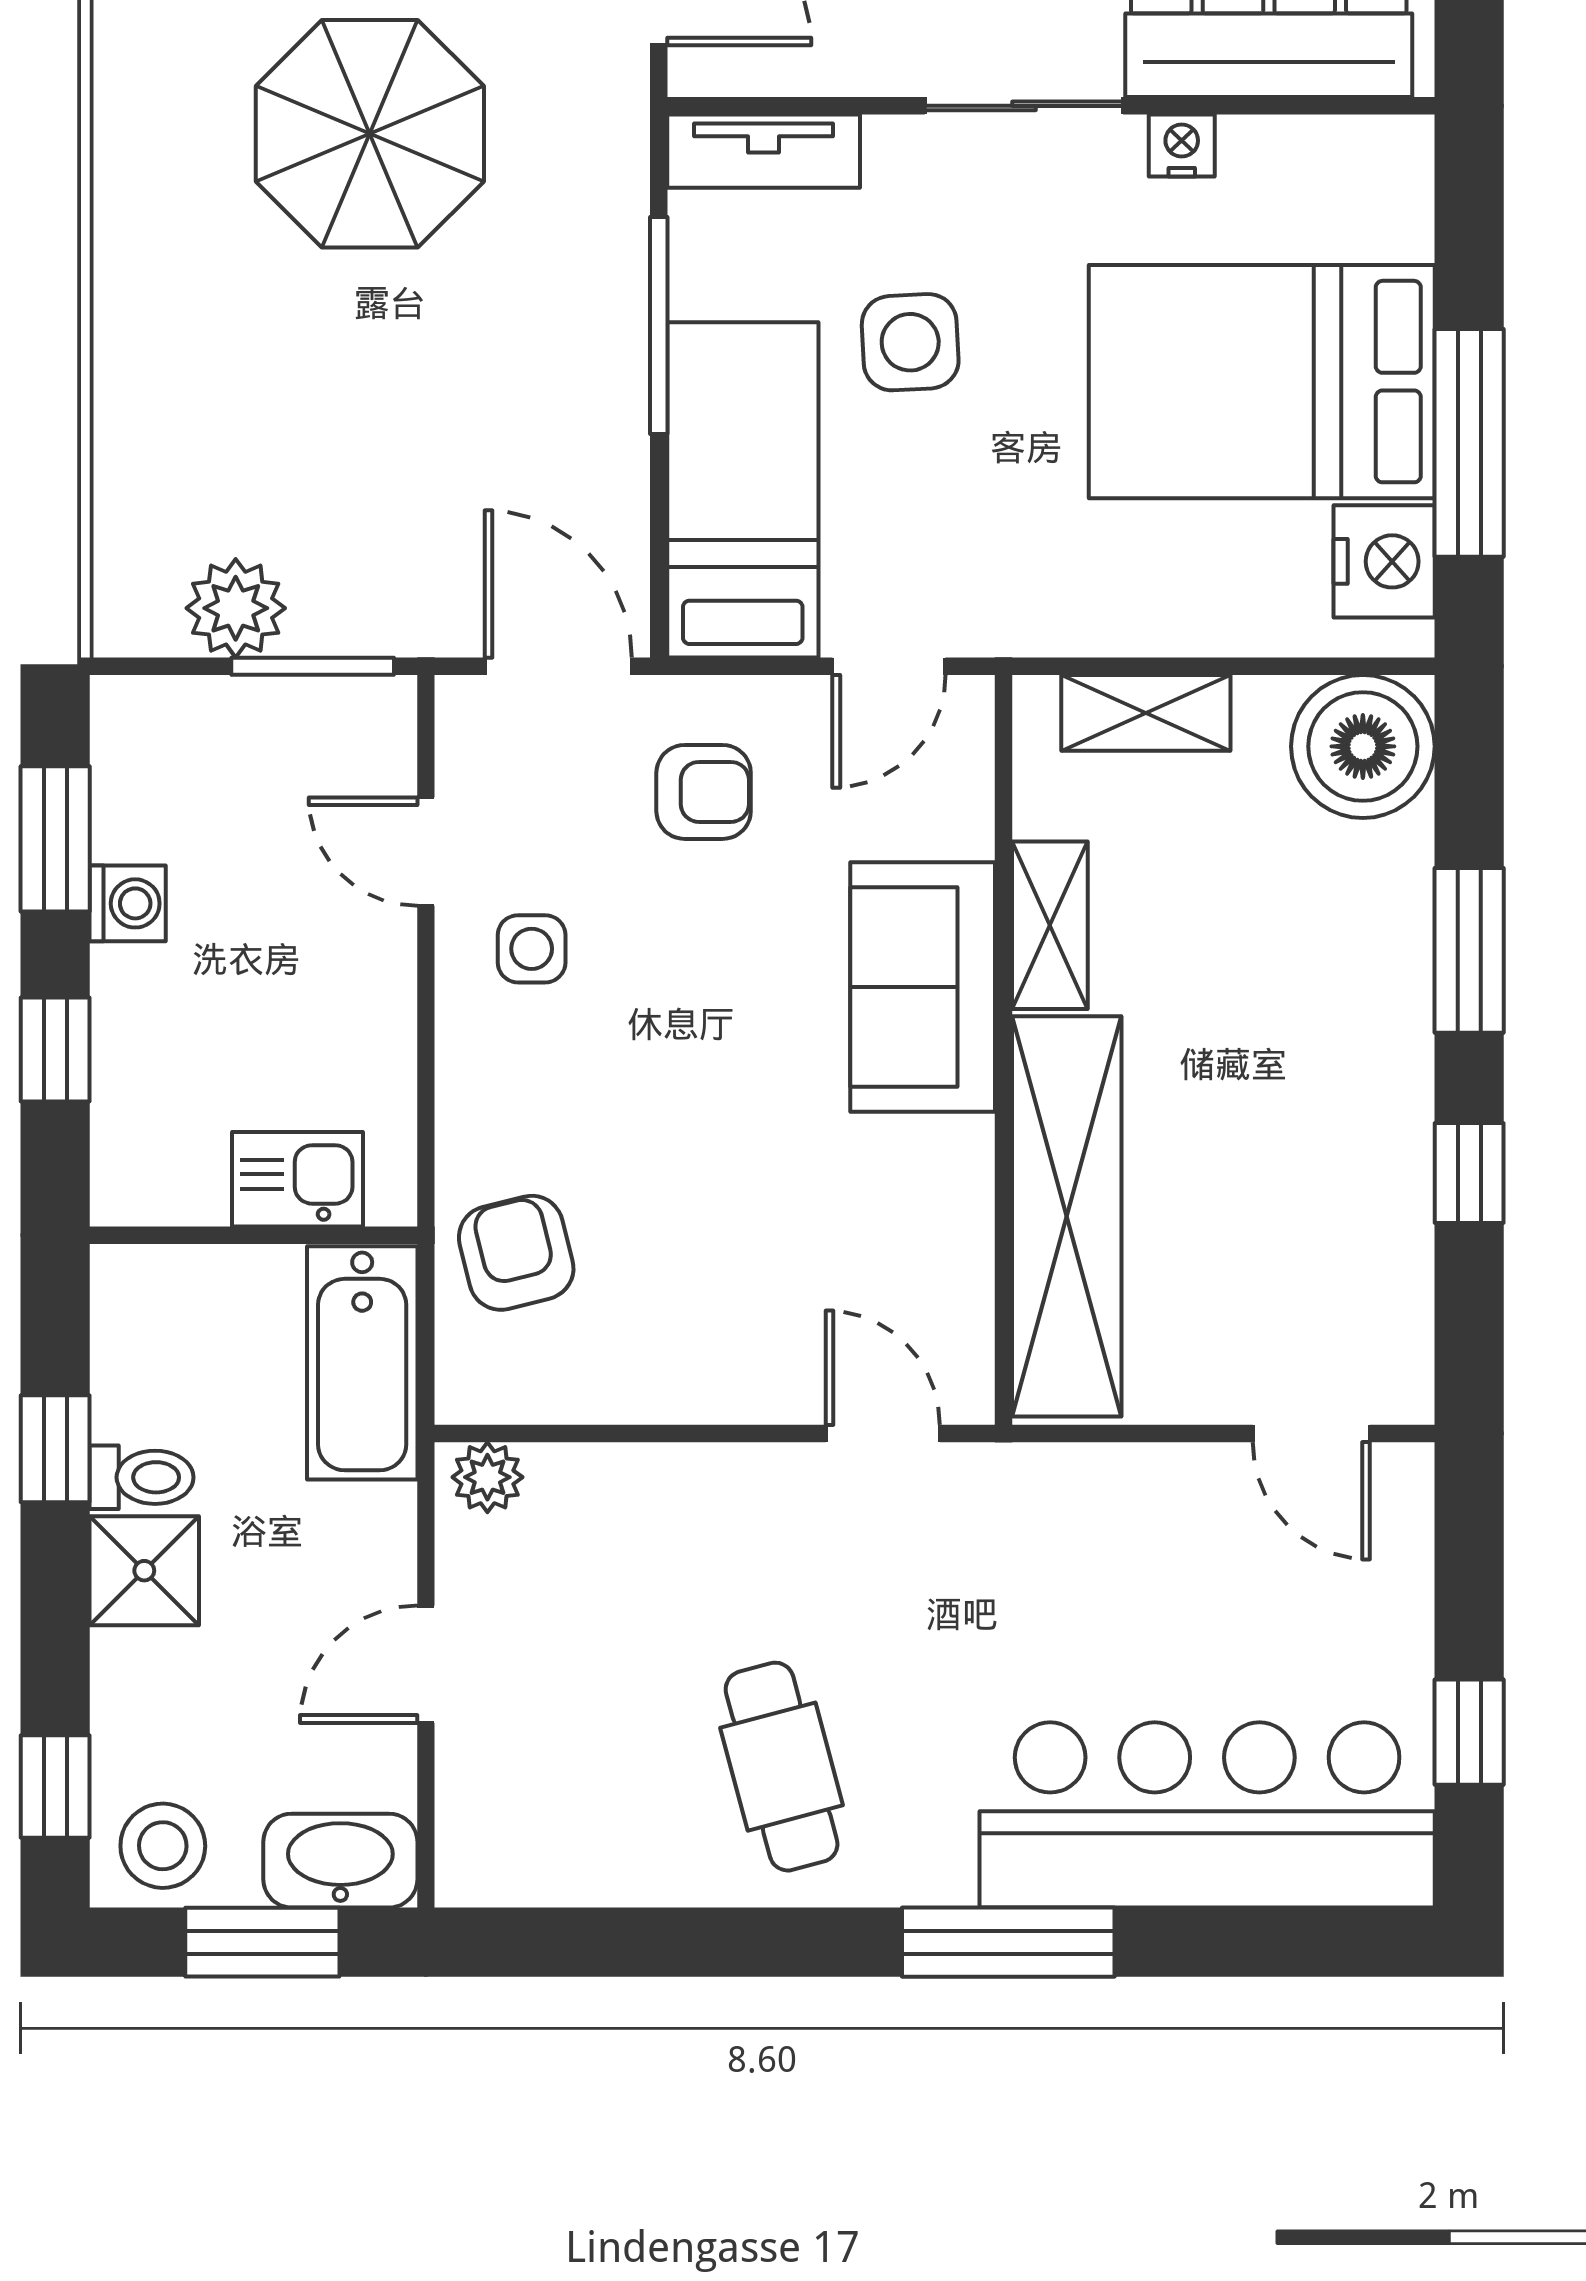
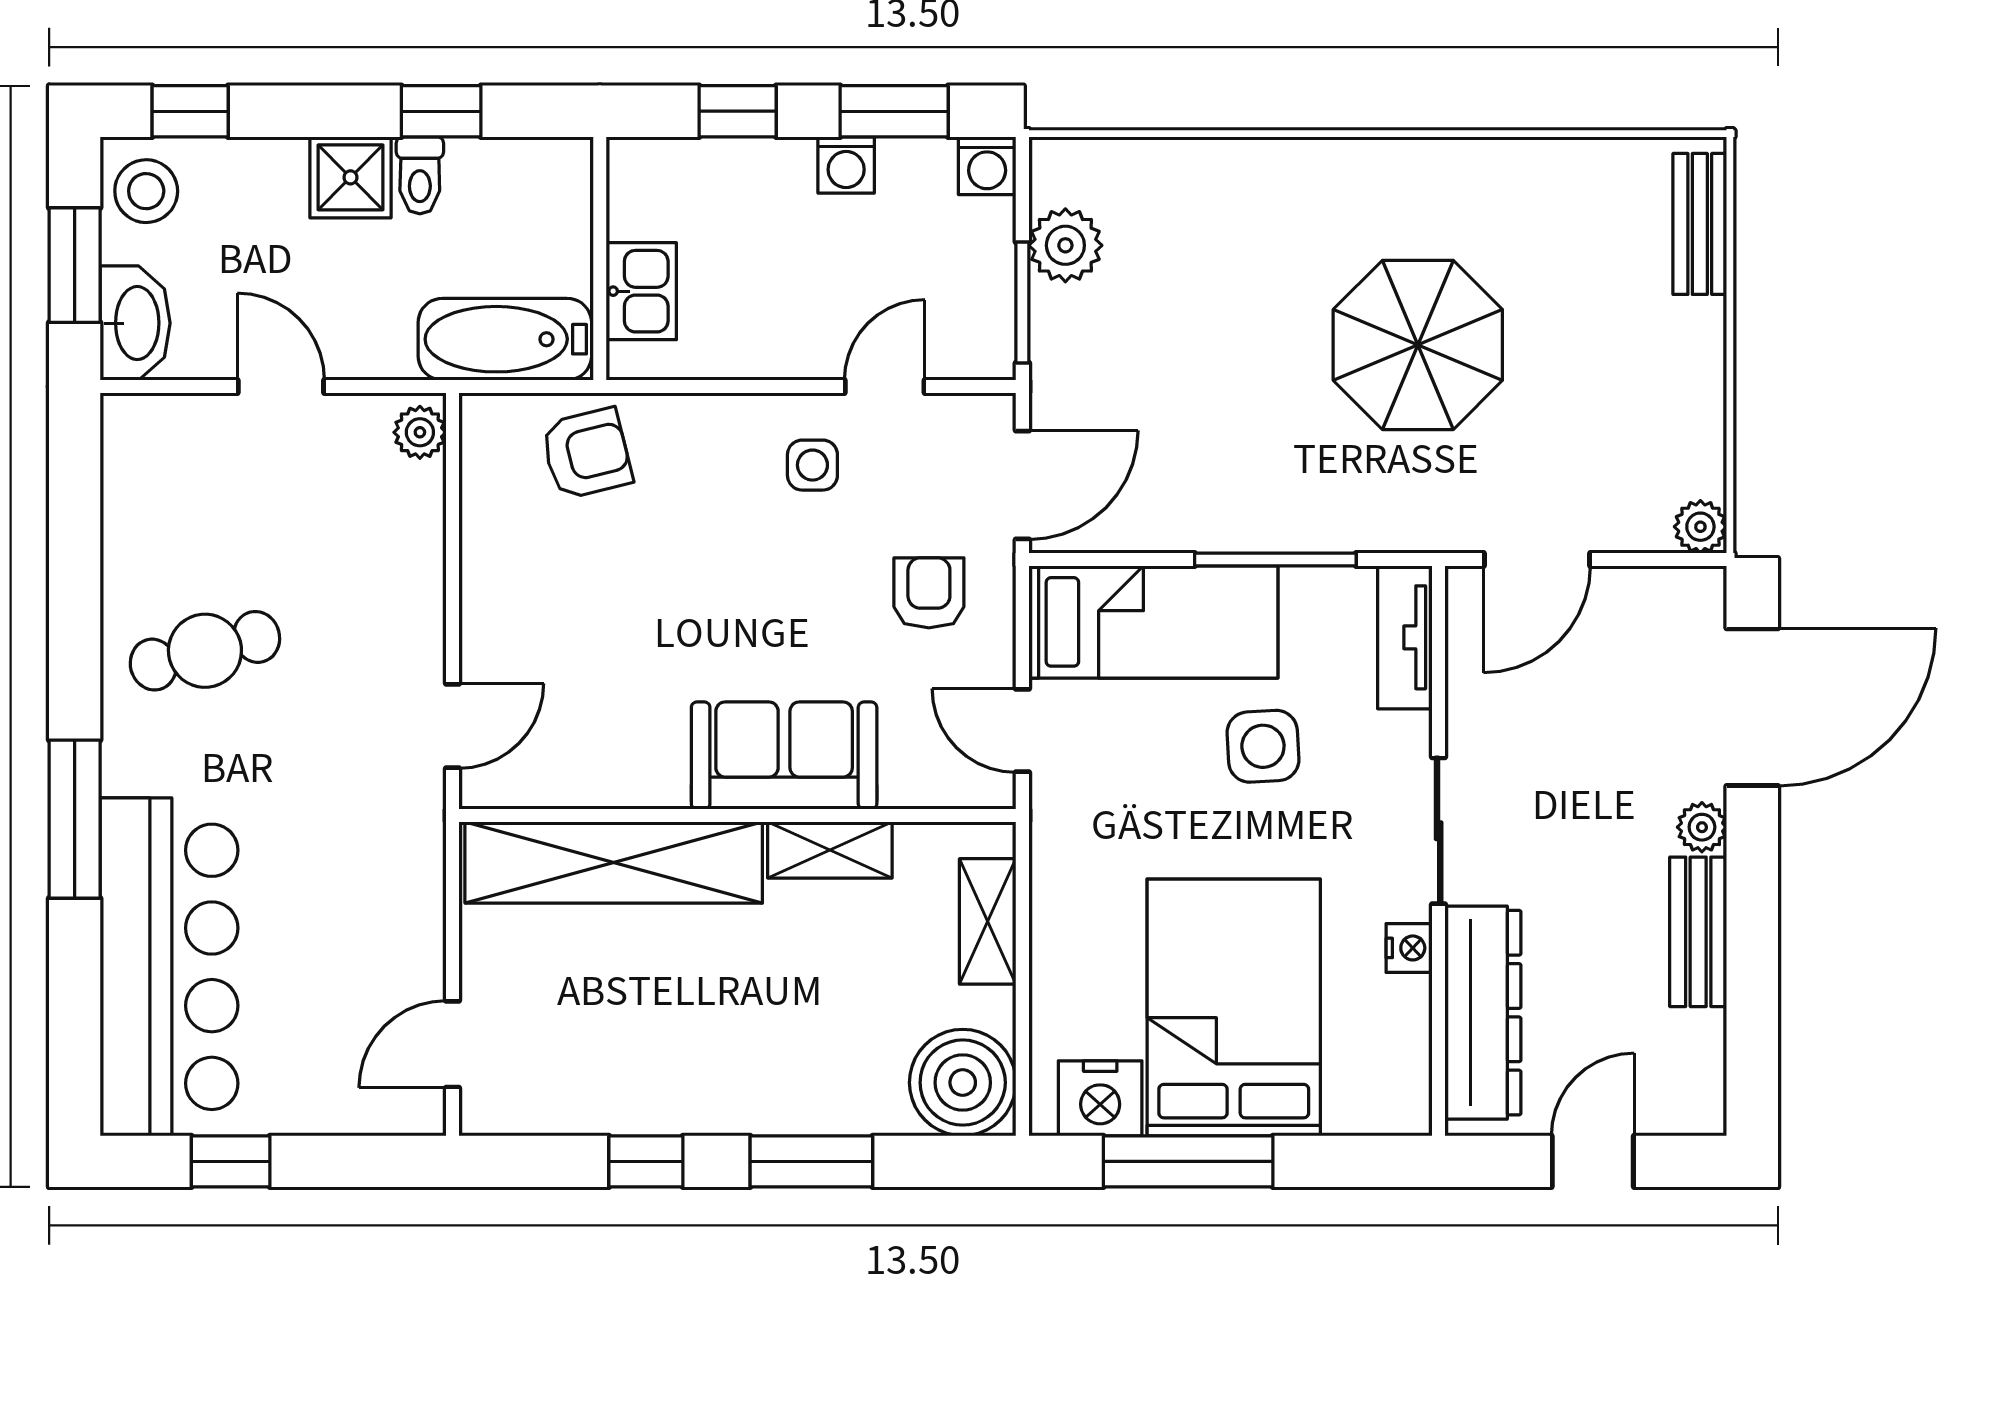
washing machine: (128, 714) -> (987, 166), added
armchair: (704, 792) -> (929, 593), turned 180

